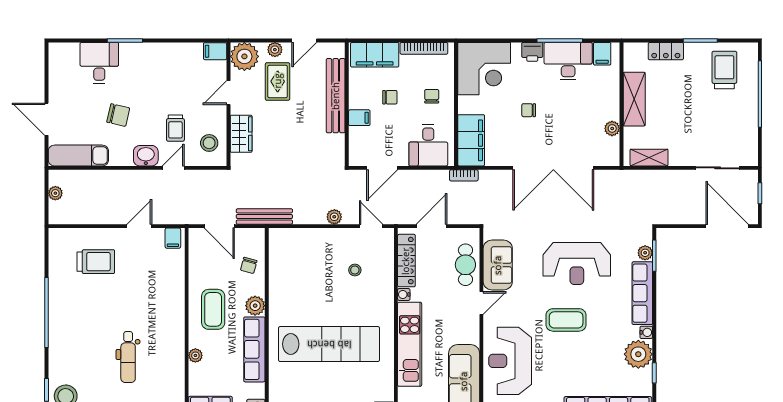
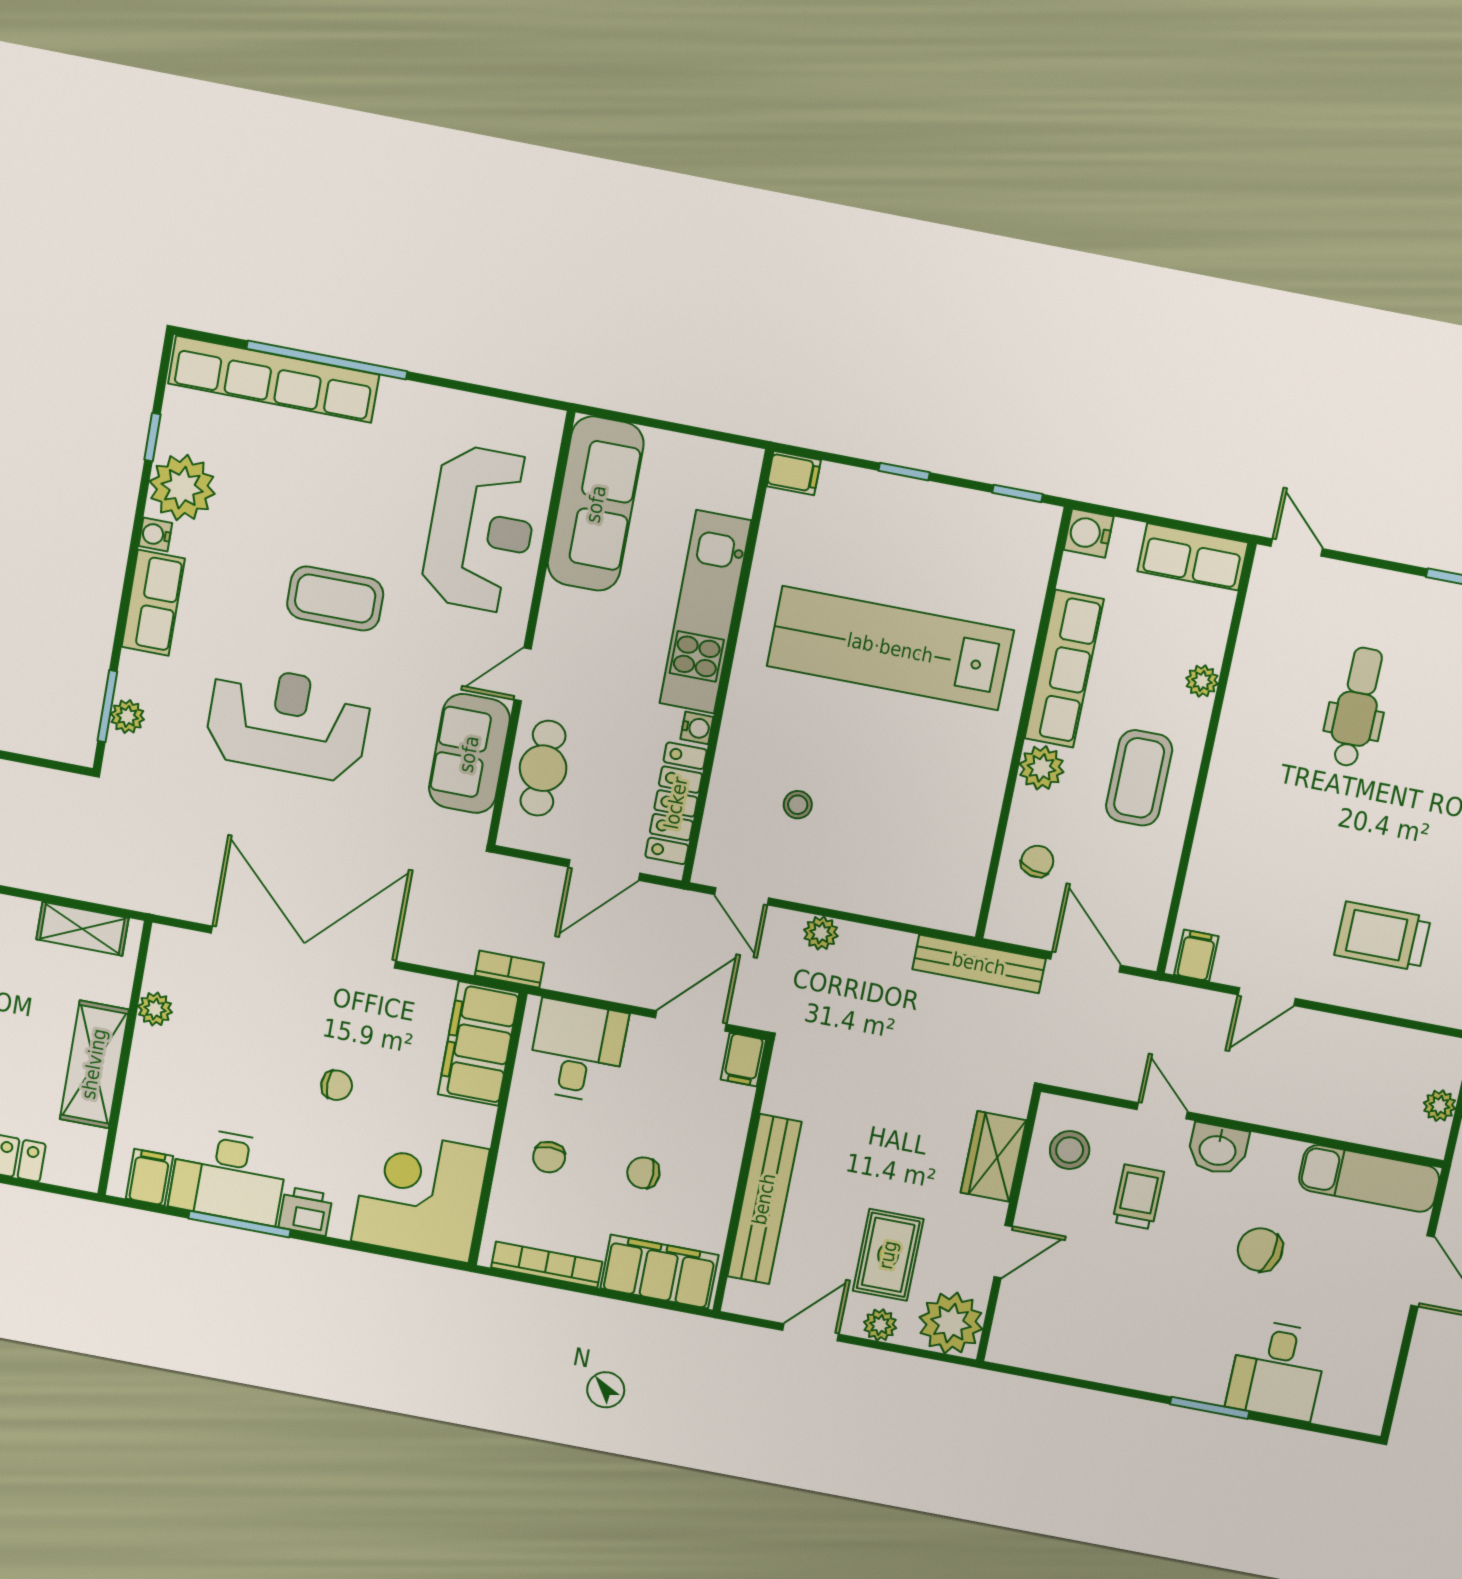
filing cabinet: (215, 51) -> (1014, 1347), removed
filing cabinet: (359, 118) -> (743, 1060), moved, turned -90
door: (173, 168) -> (1162, 1111), swing flipped
row of seats: (642, 293) -> (153, 603), width x0.68

